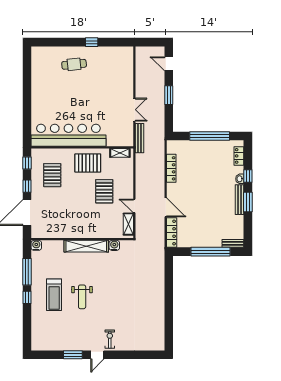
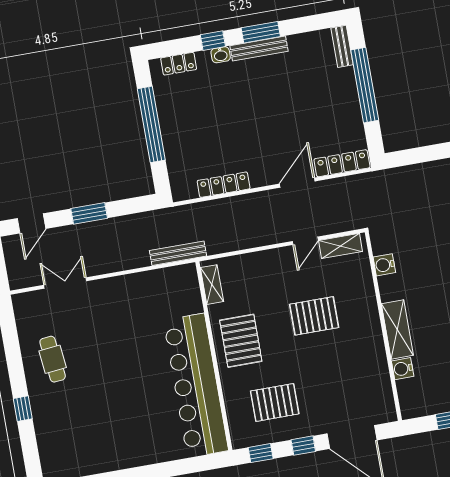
window: (92, 42) -> (23, 409), moved
cafe table: (74, 64) -> (53, 359), moved
double door: (134, 110) -> (65, 283), moved
pallet: (104, 191) -> (314, 316), moved
water cooler: (36, 245) -> (403, 369), moved
shelving: (86, 246) -> (397, 329), width x0.68

